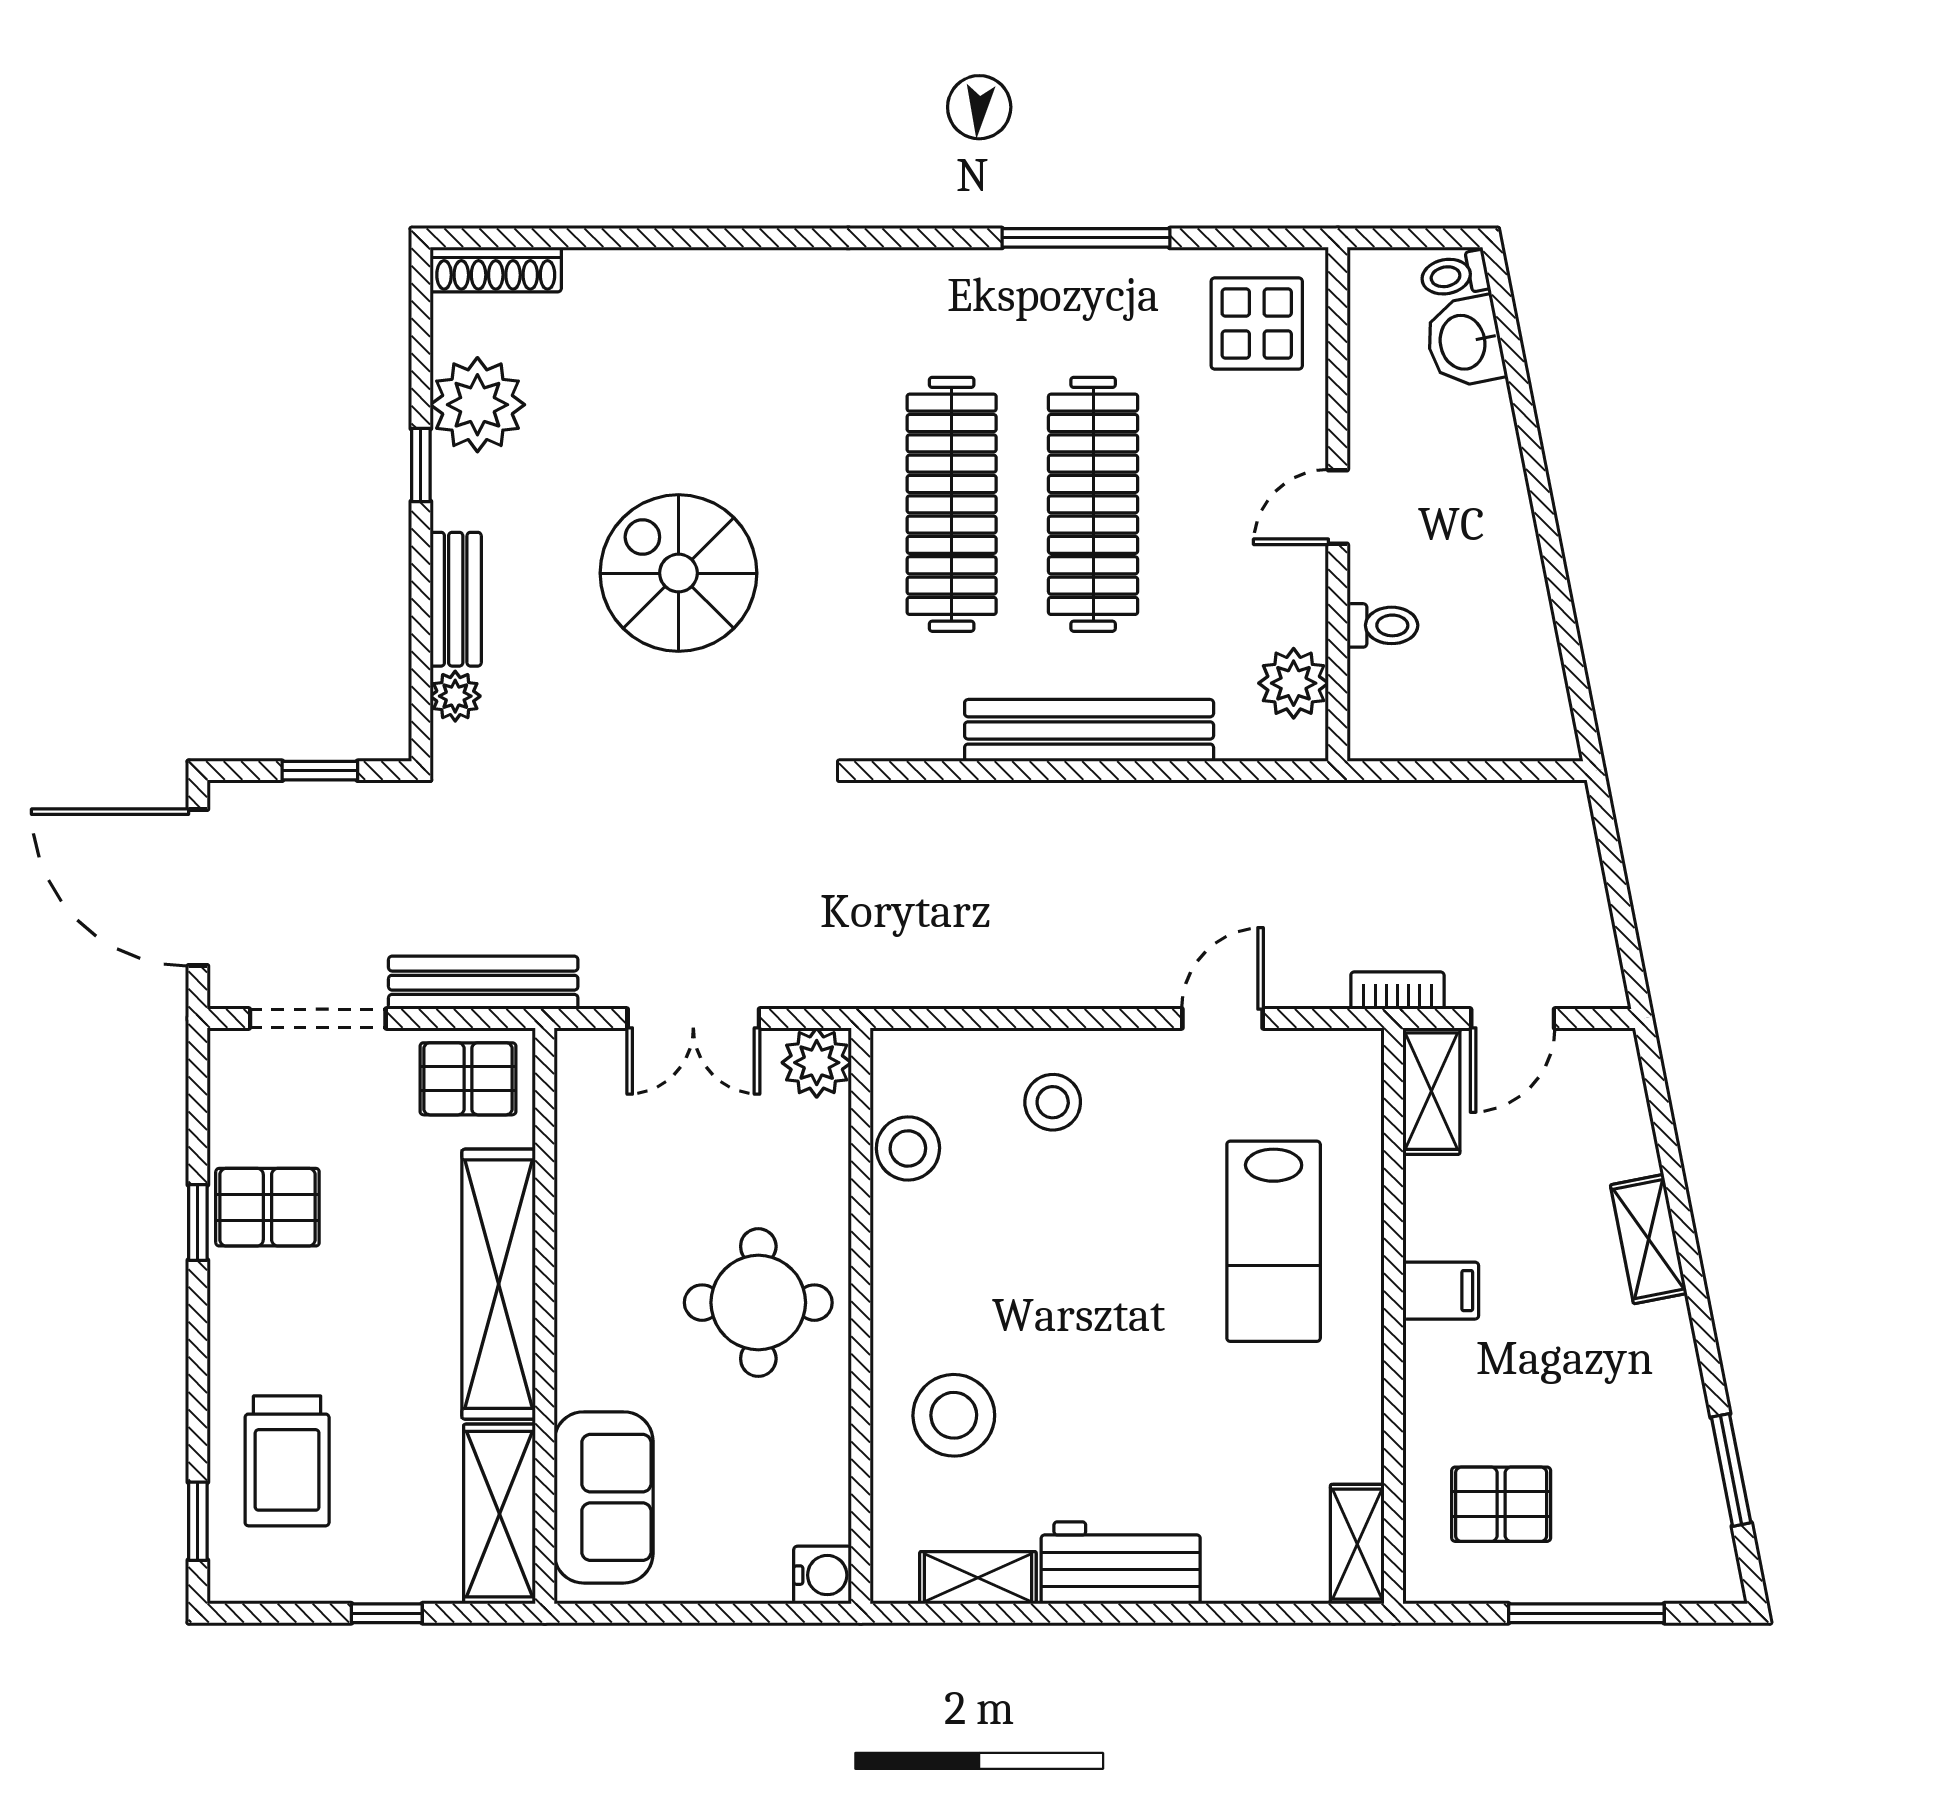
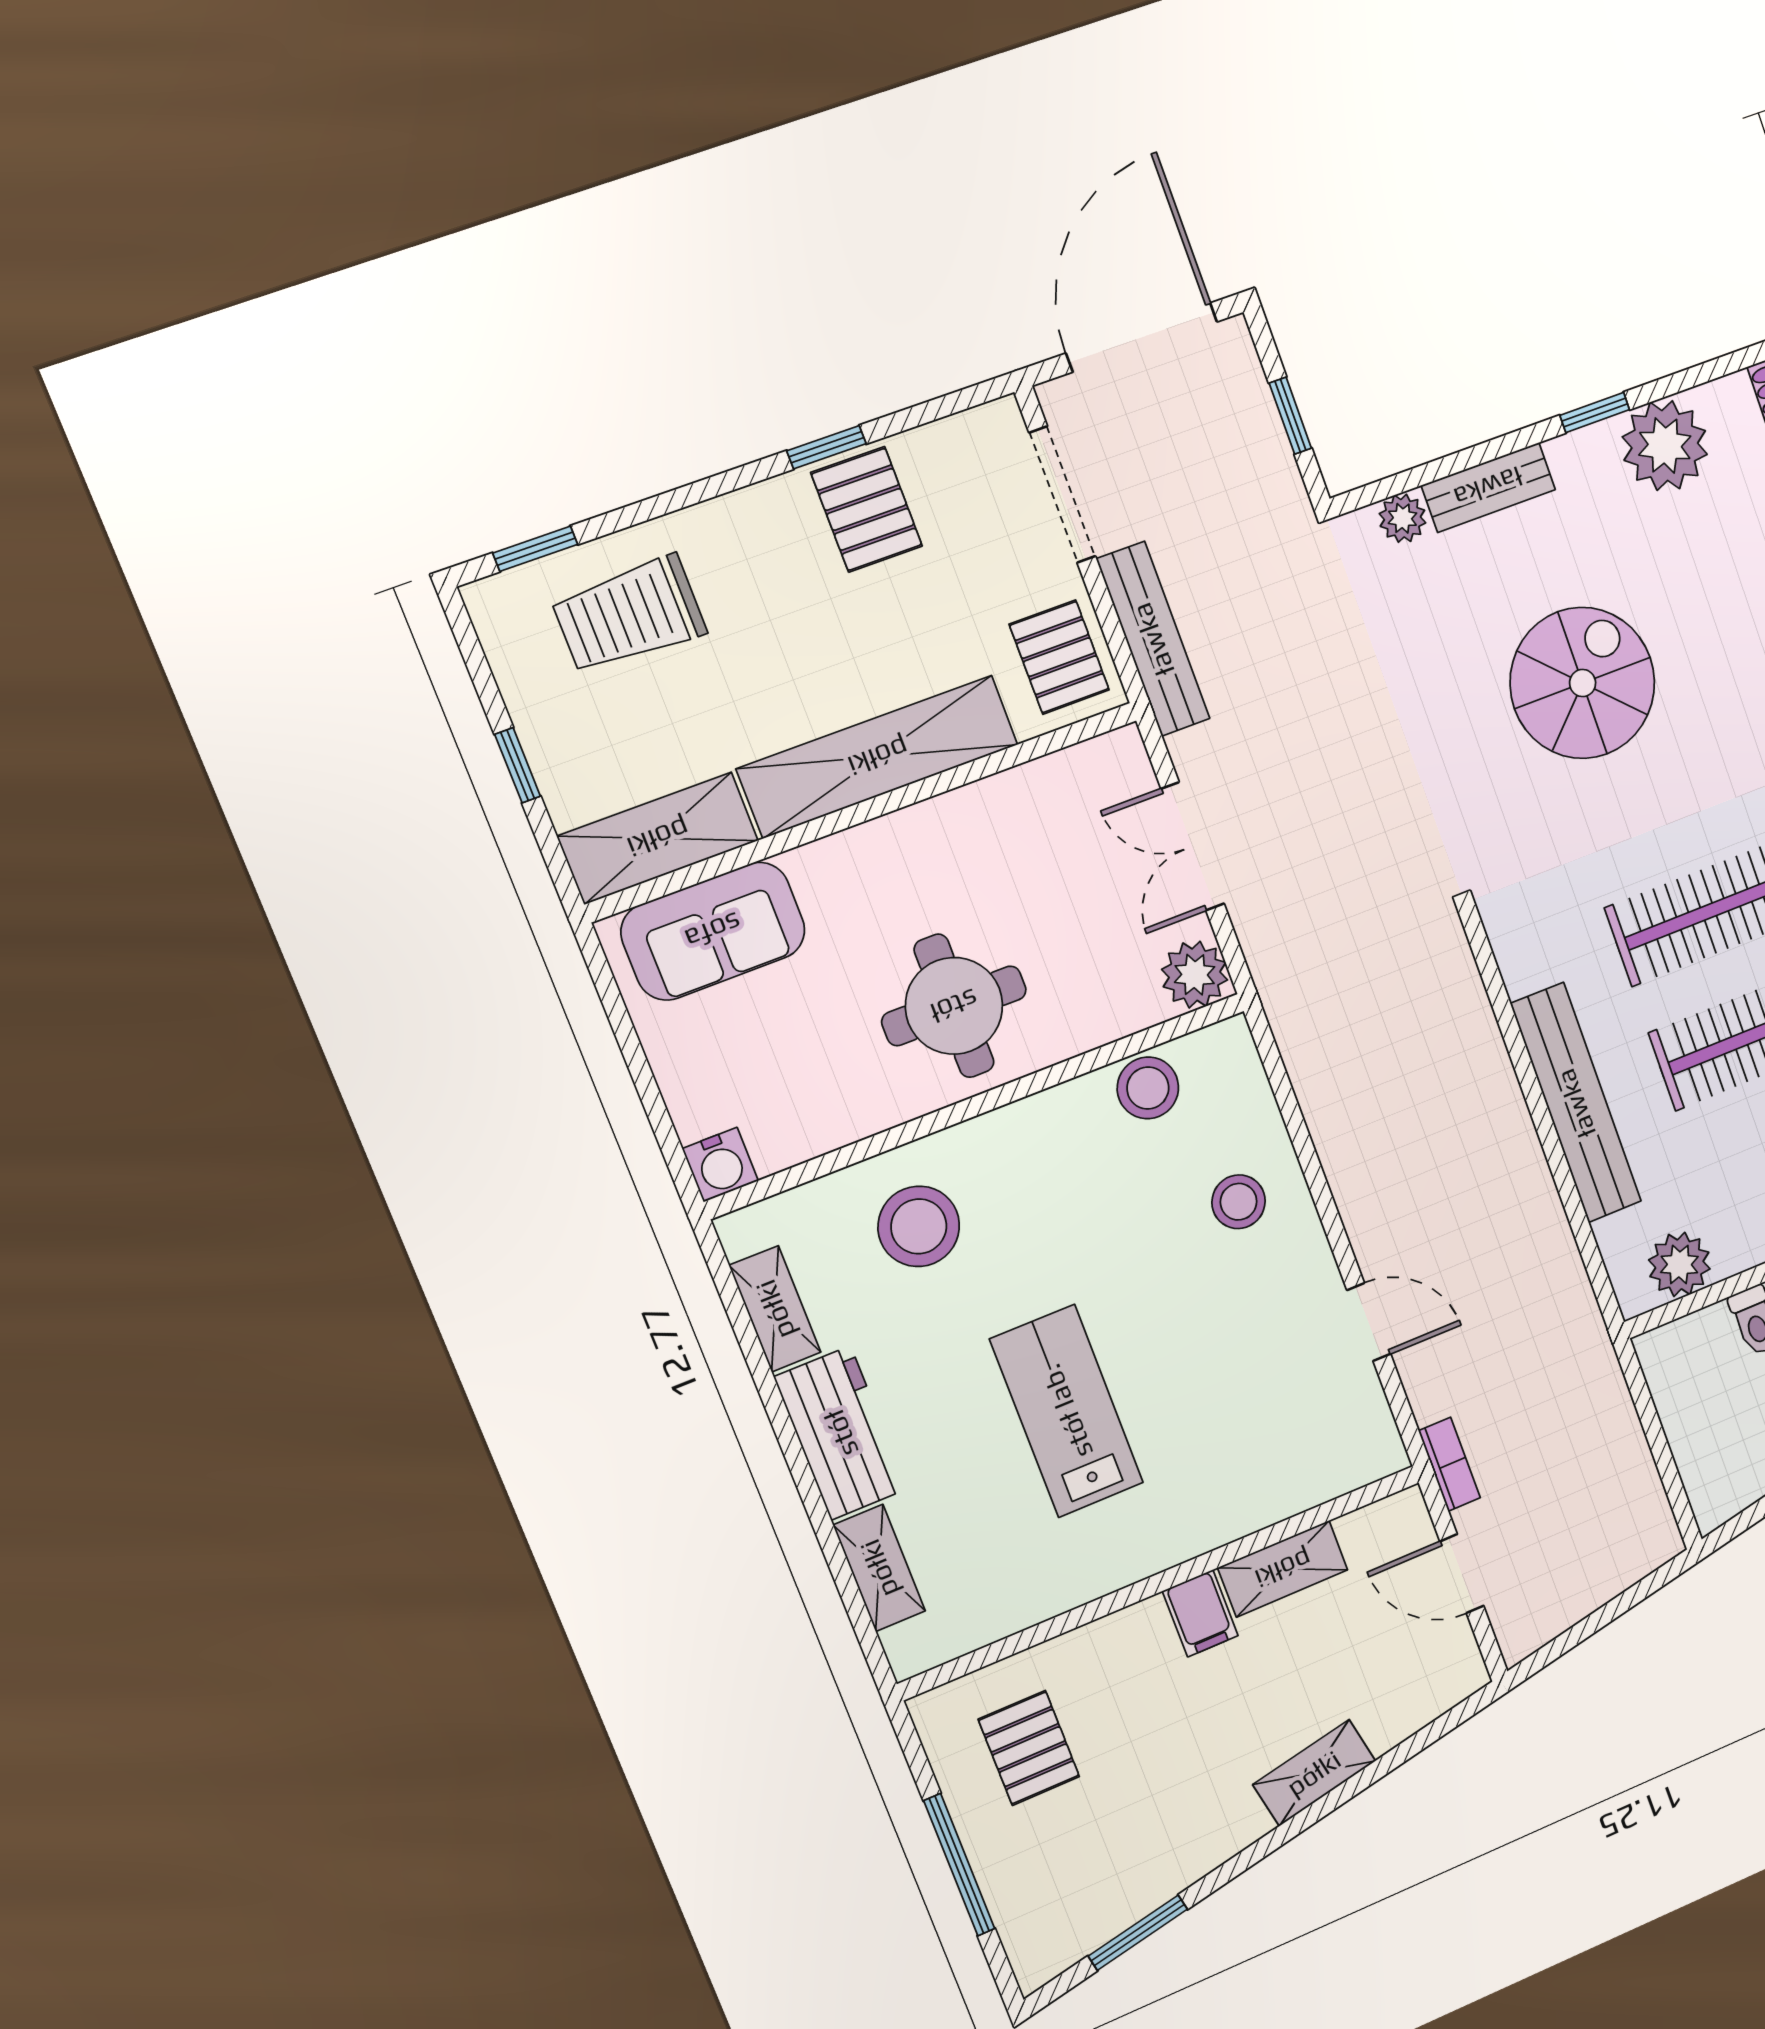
shelving: (1431, 1091) -> (1283, 1569), moved
lab bench: (1274, 1241) -> (1067, 1411), moved, turned 90
shelving: (1357, 1544) -> (879, 1568), moved, turned 90

